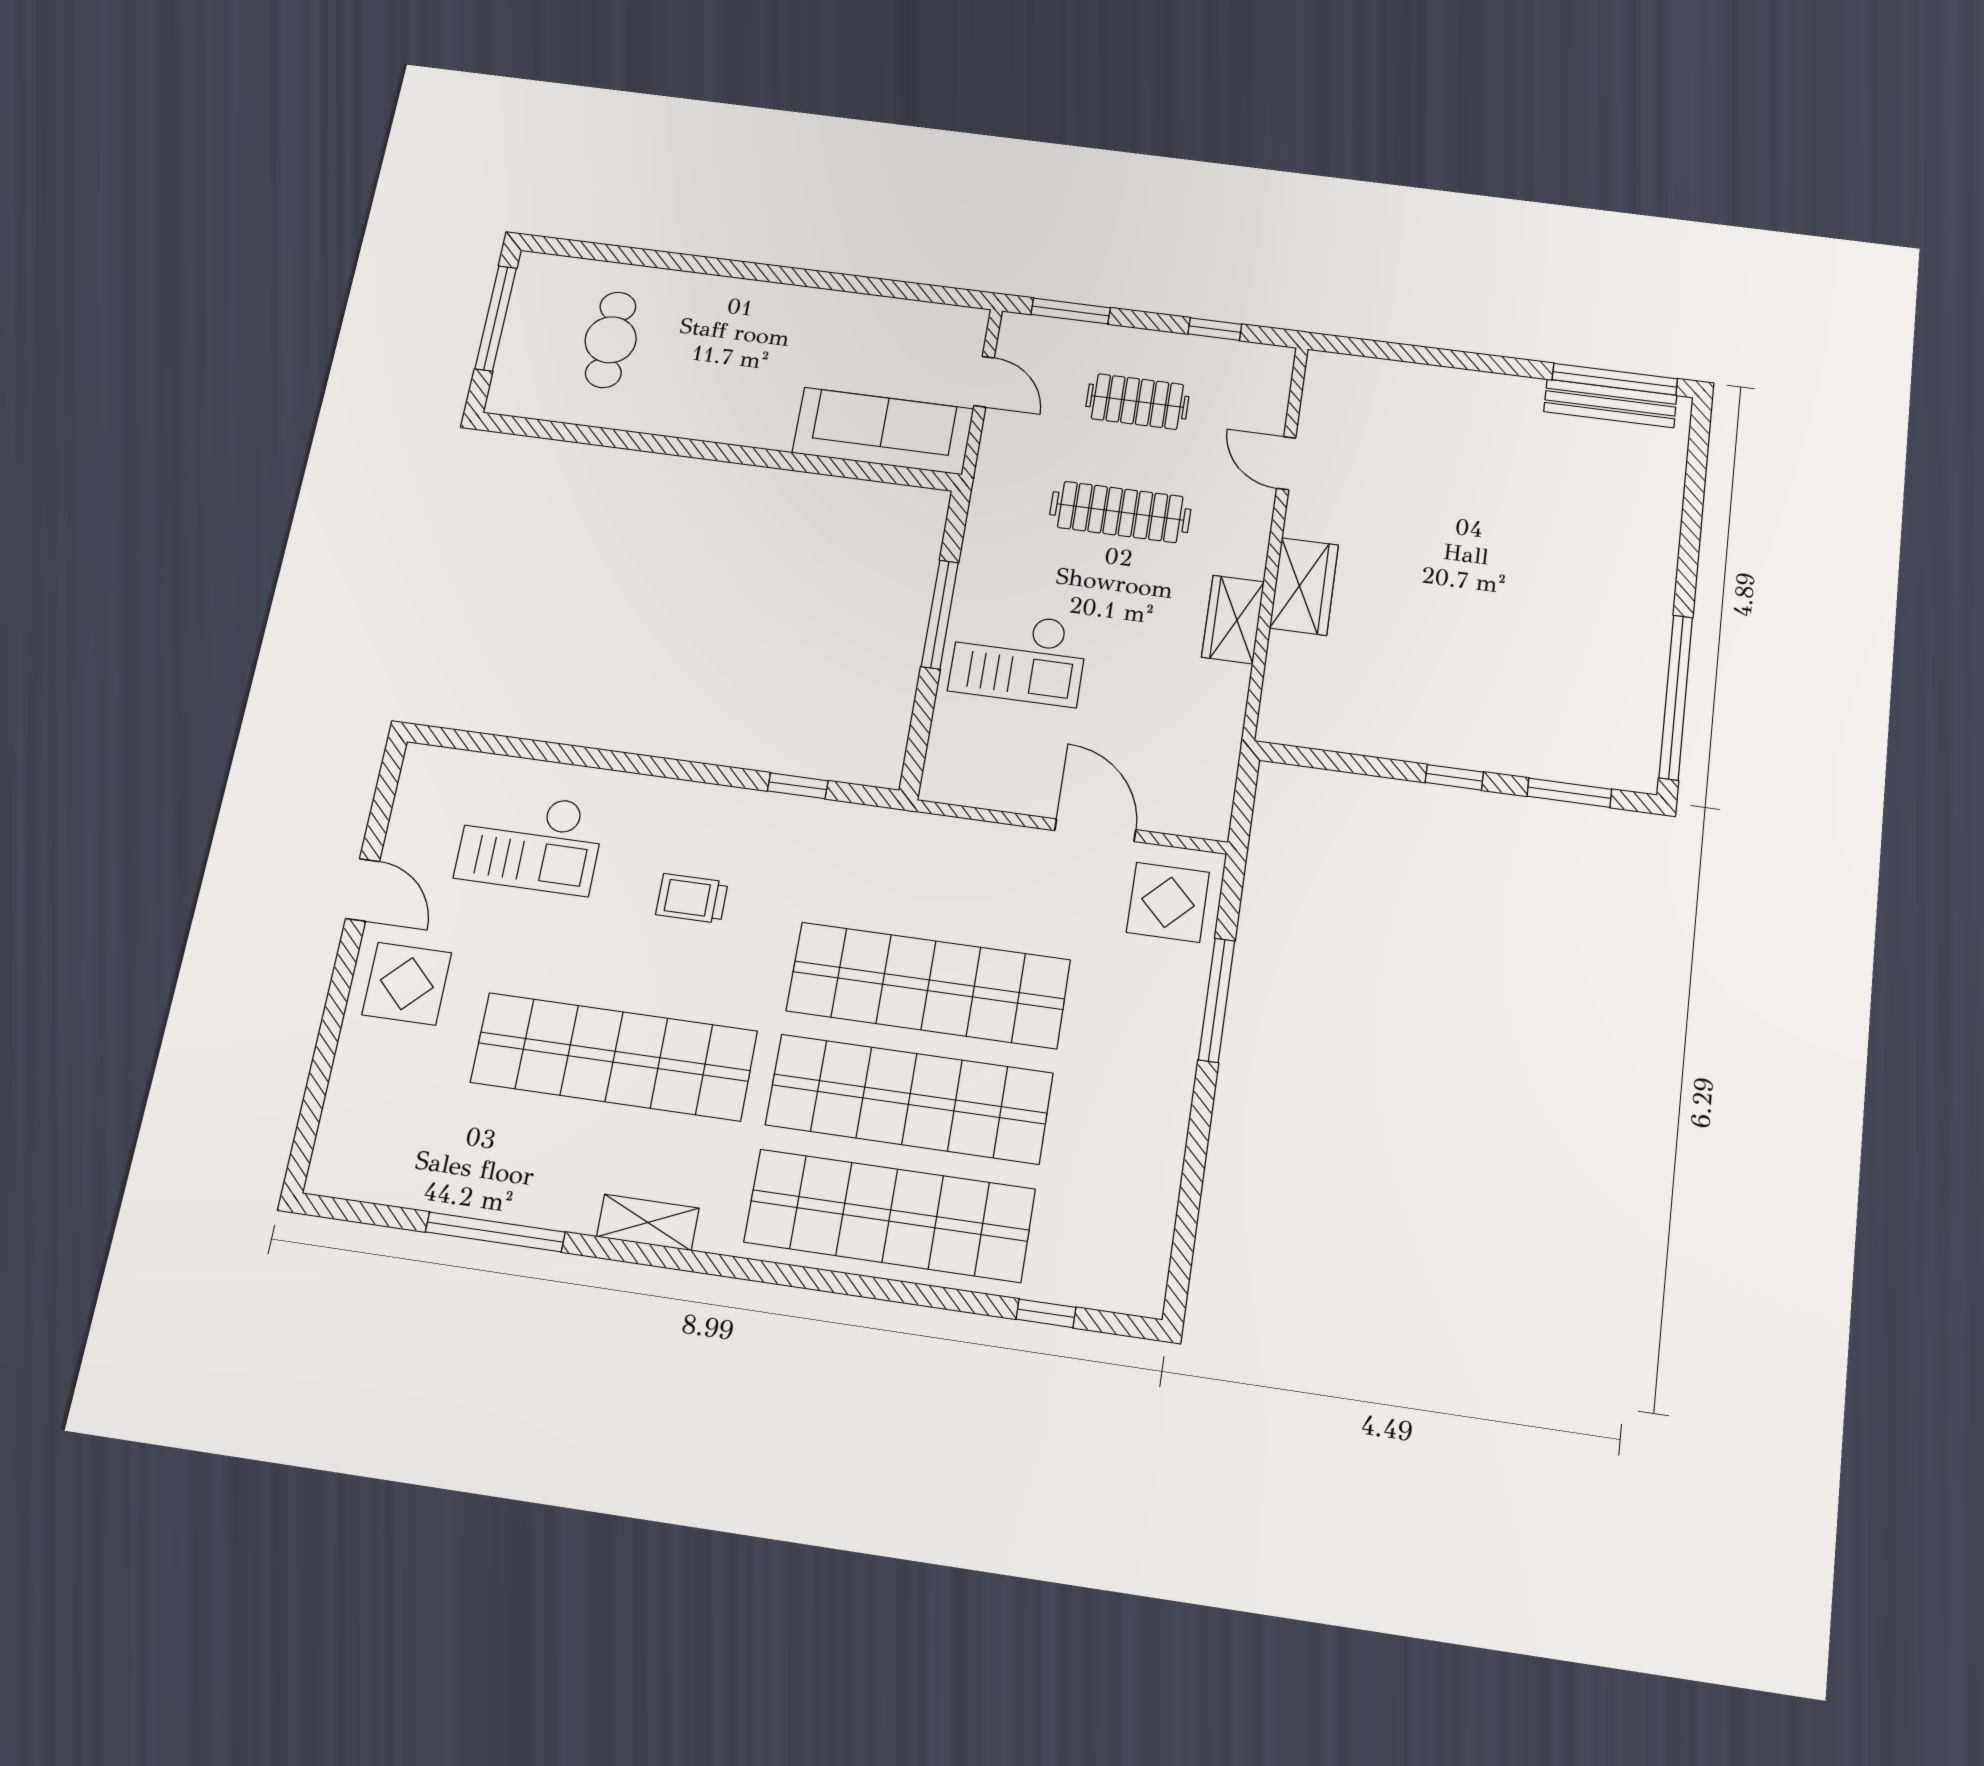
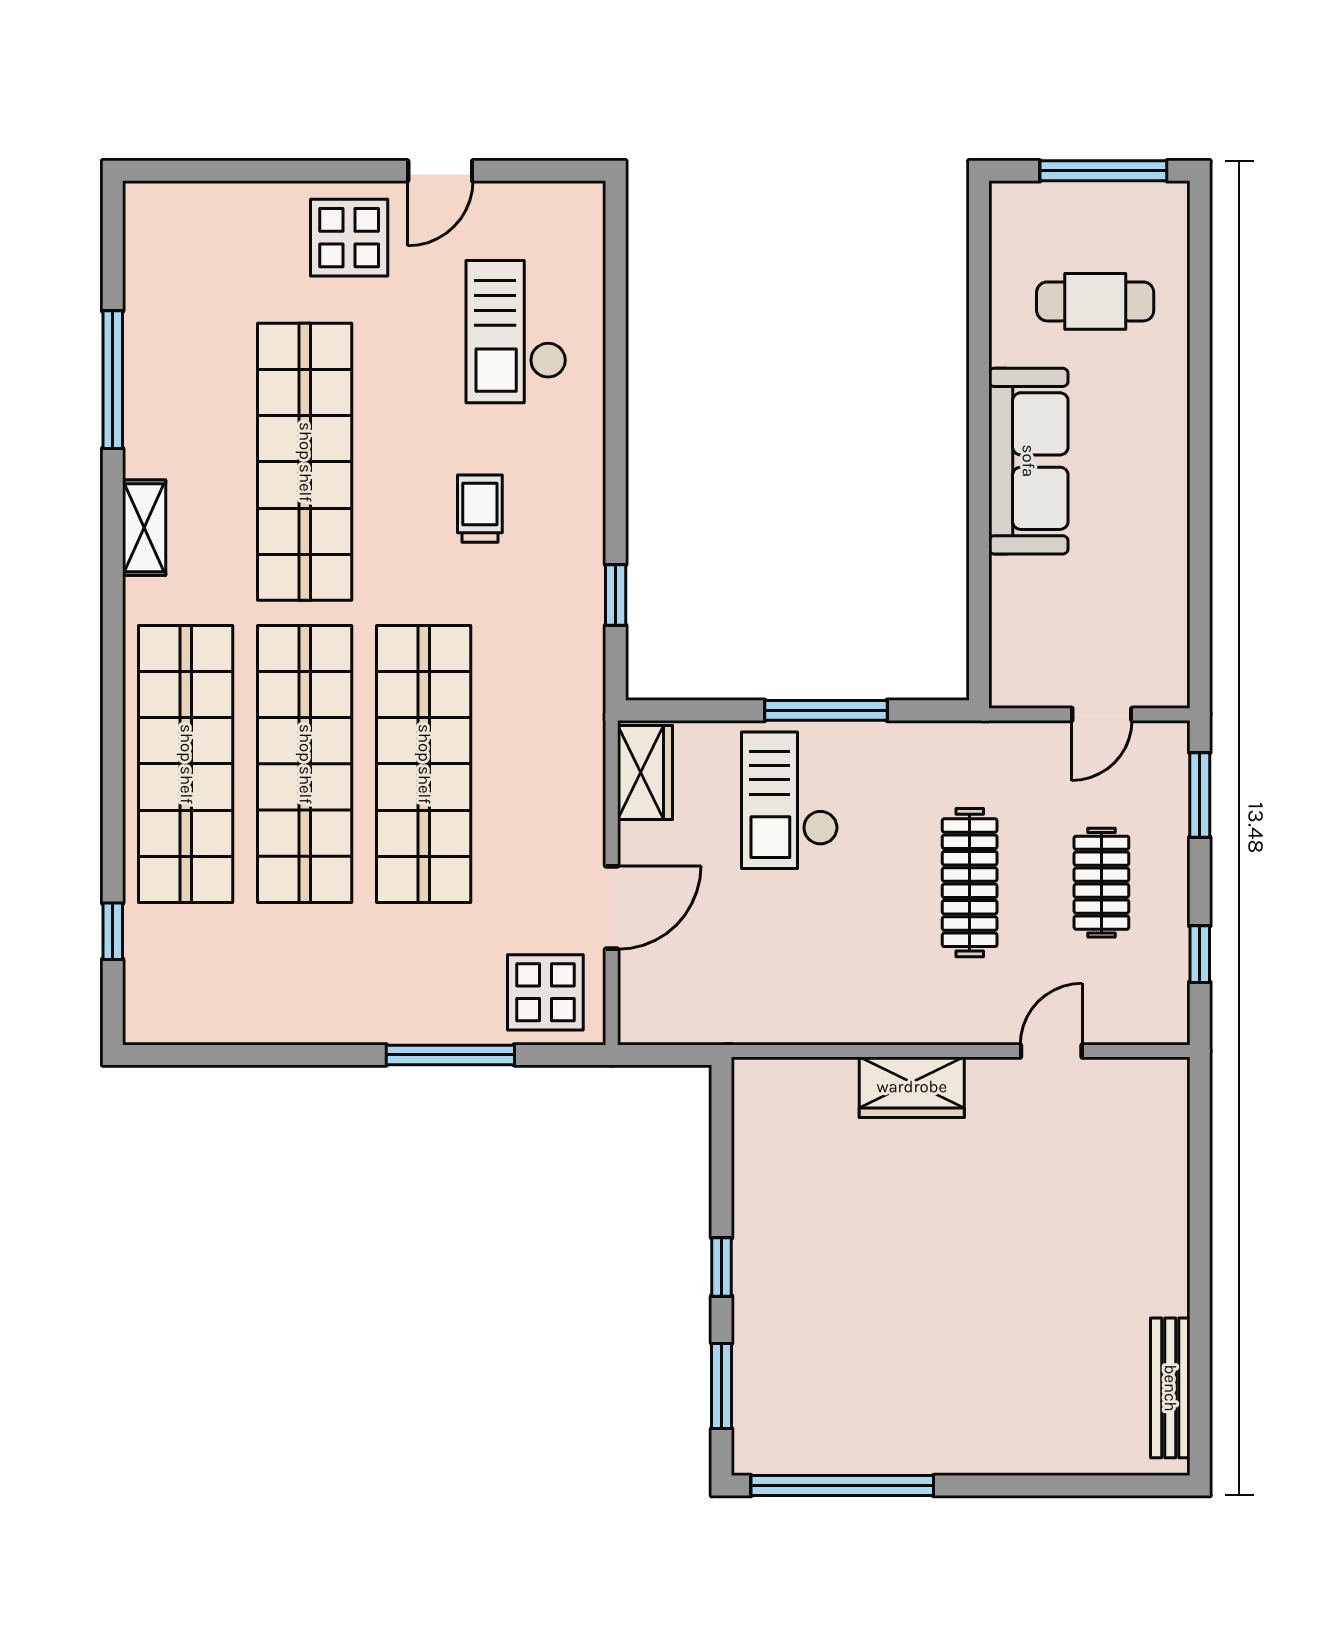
window: (1615, 379) -> (1200, 1390), removed
sofa: (883, 431) -> (1028, 461), moved
wardrobe: (1233, 619) -> (645, 772), moved, turned 90

